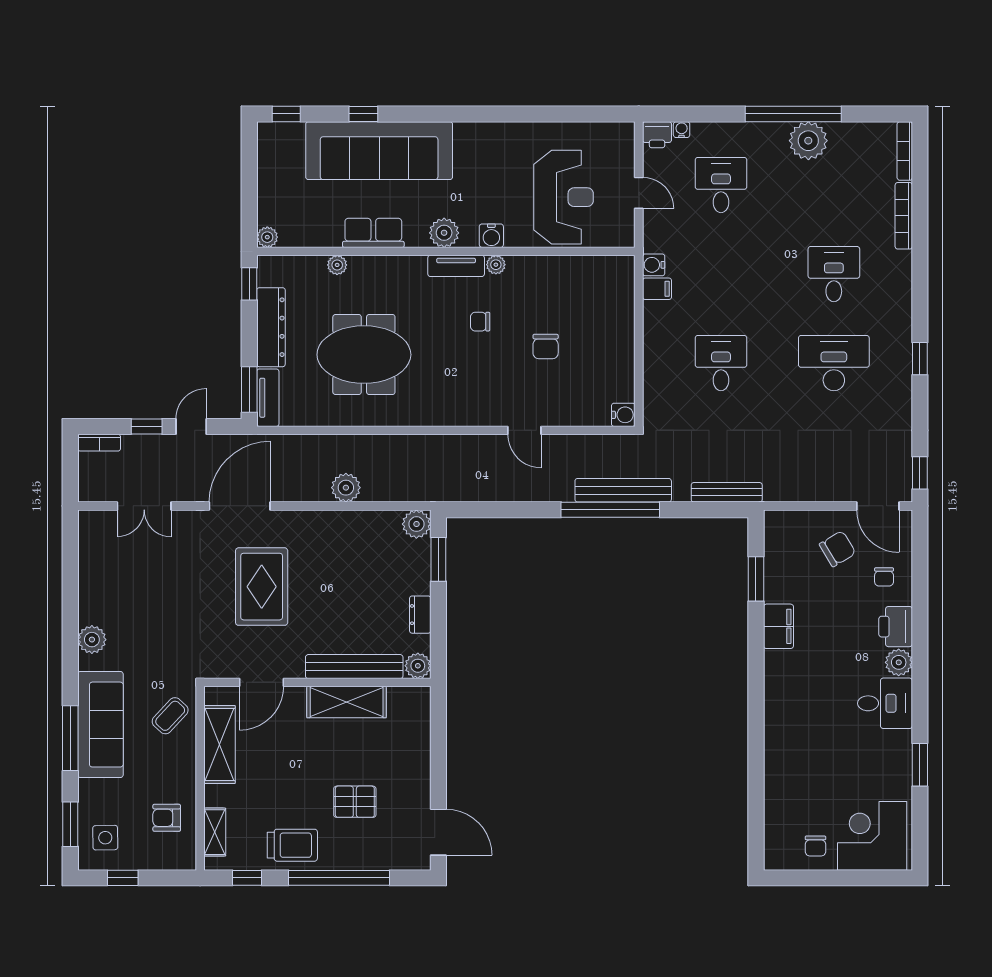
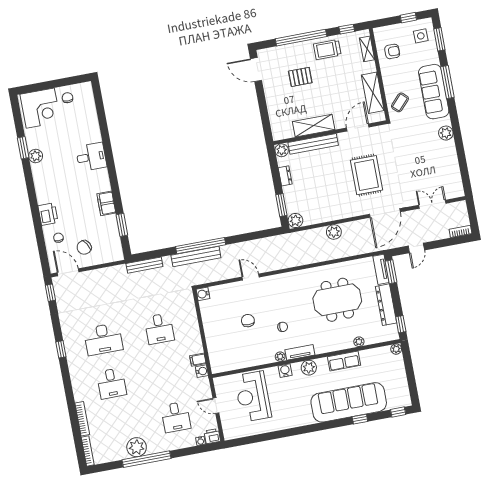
window: (147, 427) -> (438, 244), removed
plant: (899, 662) -> (36, 156), moved
desk: (885, 703) -> (91, 157), moved, turned 180

